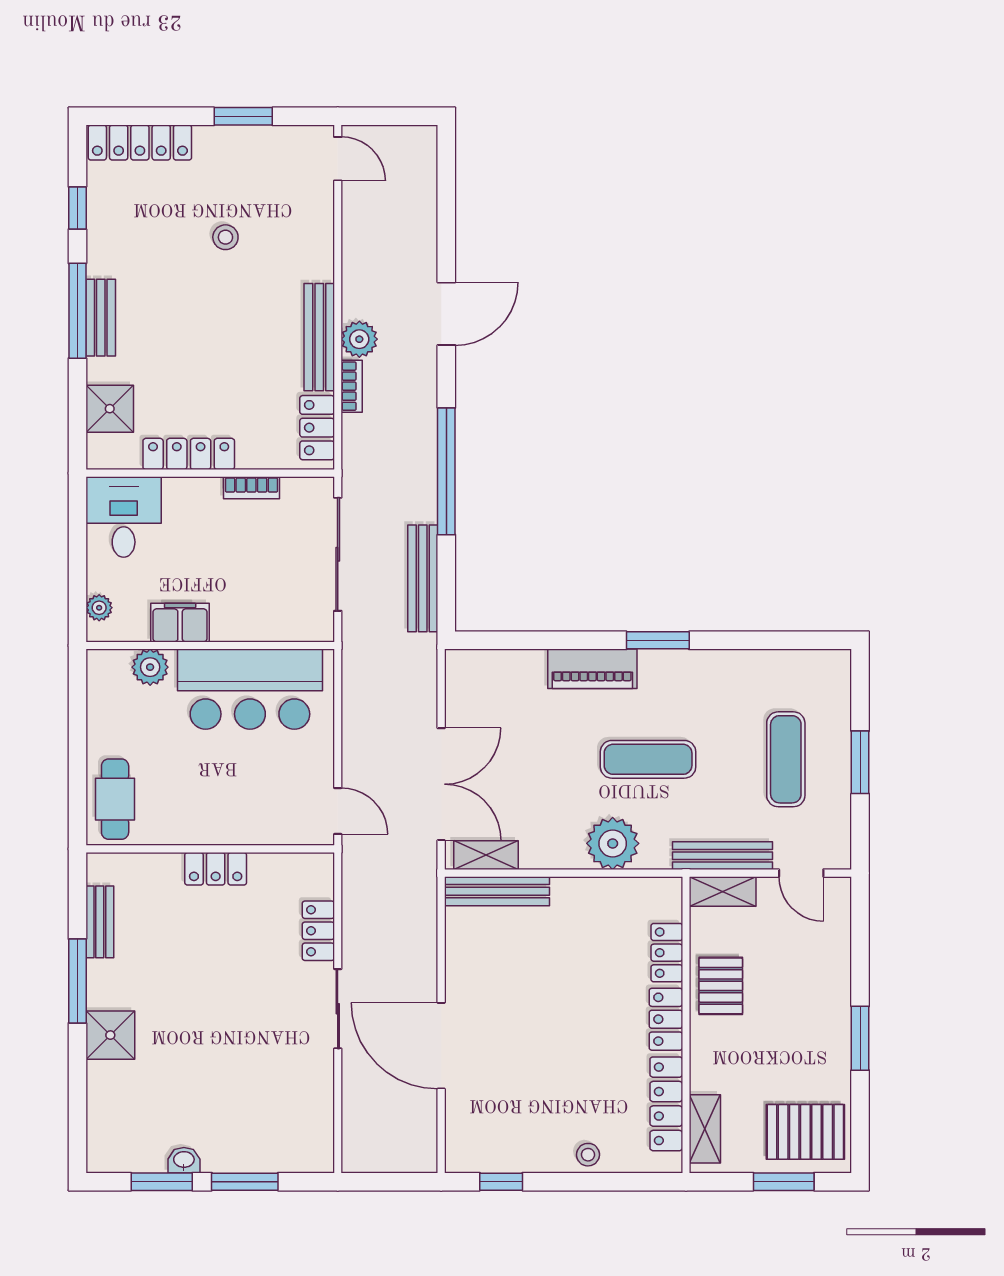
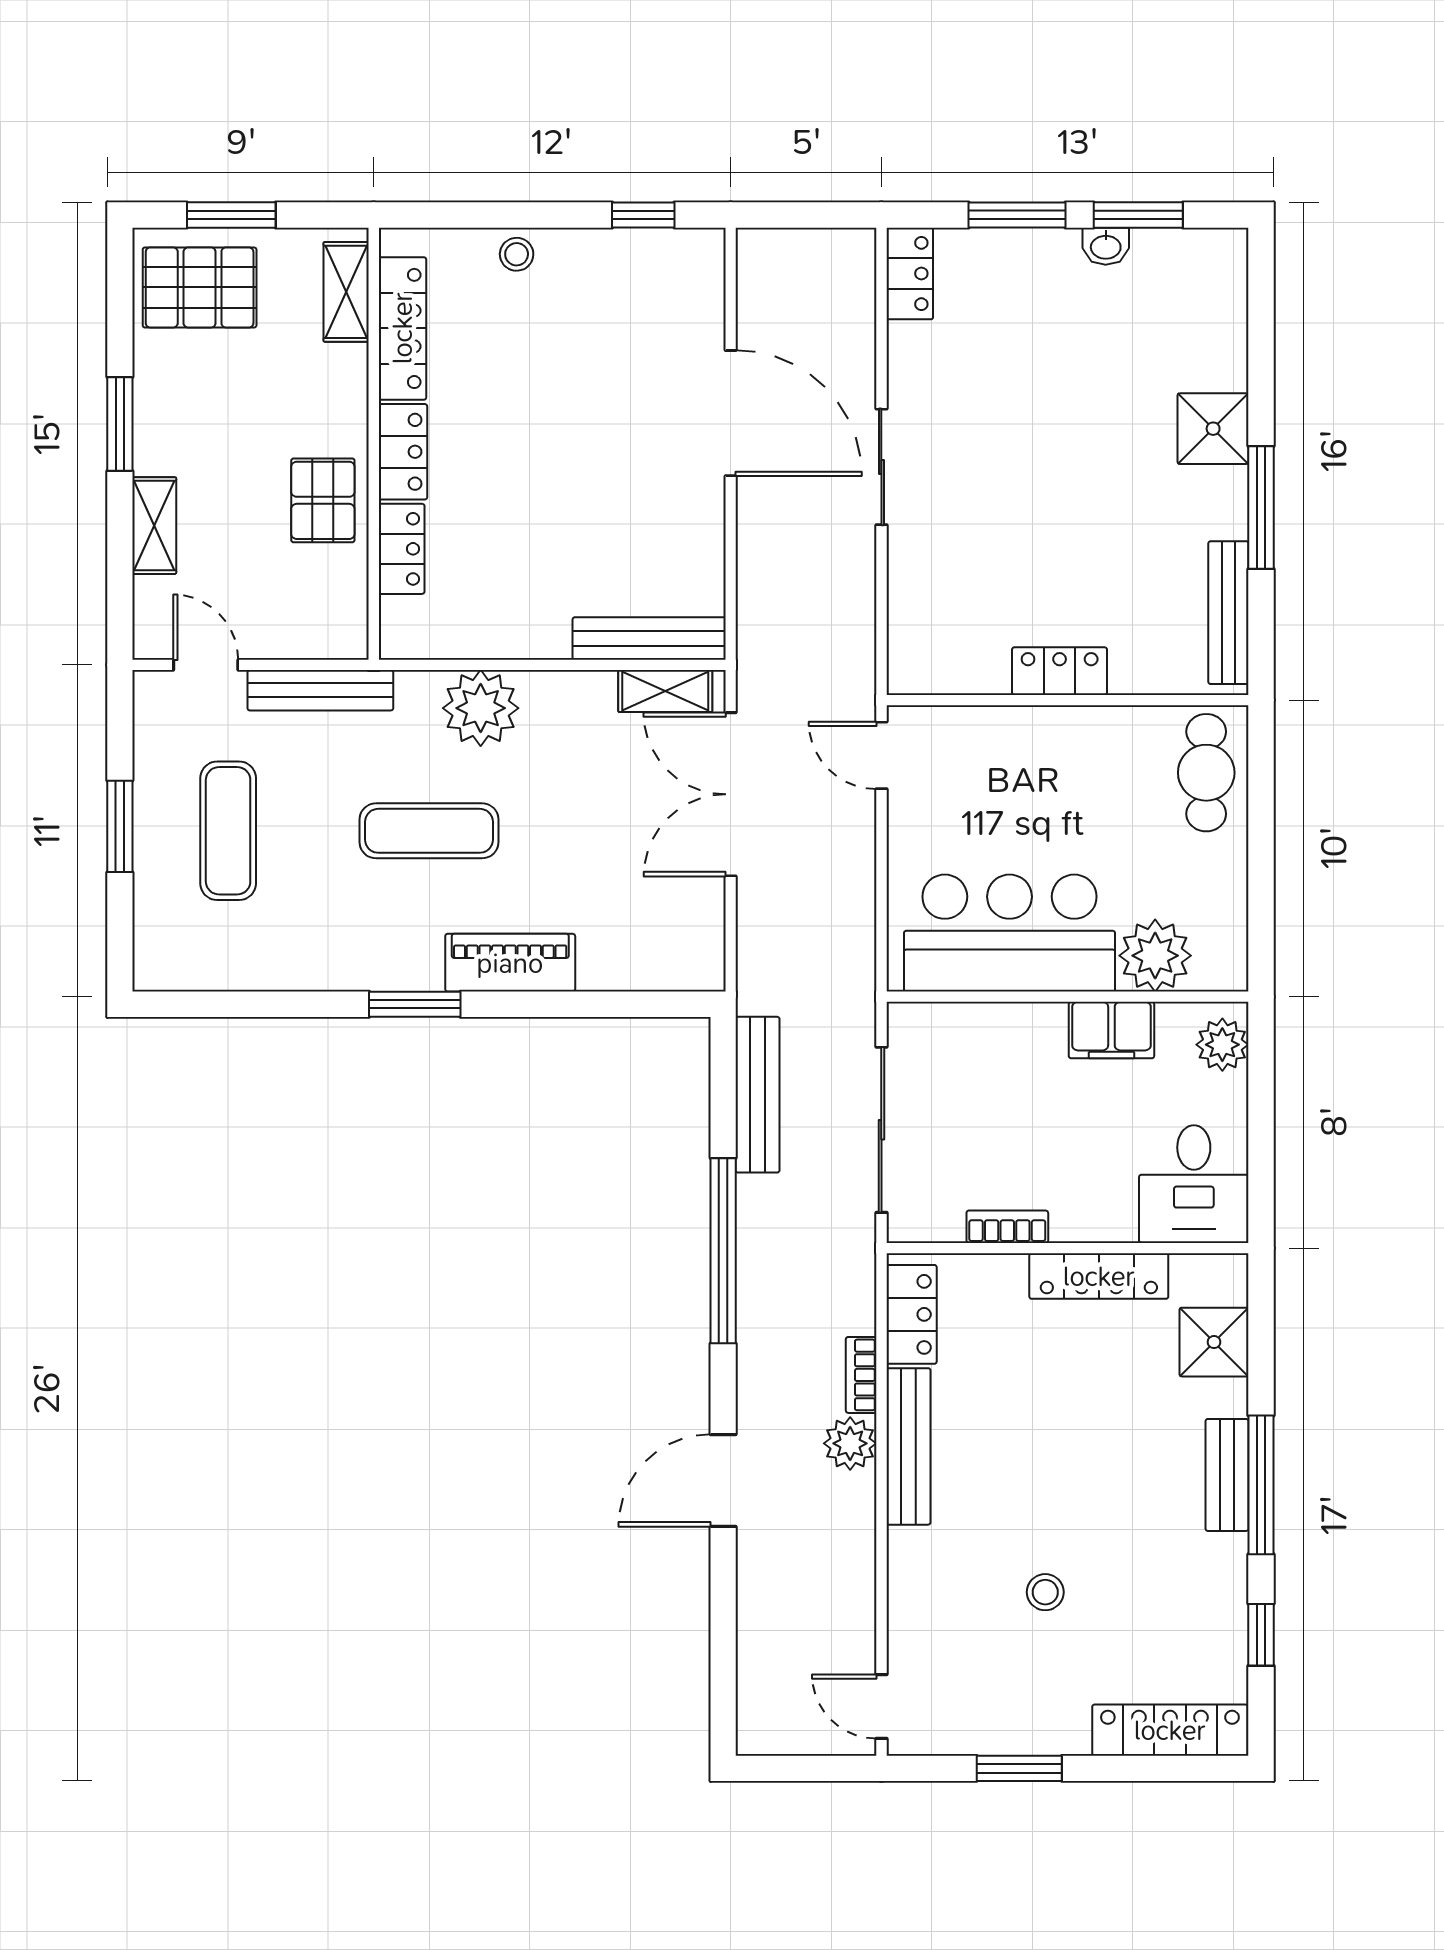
plant: (99, 608) -> (1222, 1045), width x1.38, depth x1.38
plant: (150, 667) -> (1155, 956), width x1.36, depth x1.36
shelving: (723, 891) -> (154, 526), moved, turned 90
bench: (100, 922) -> (1228, 613), width x1.36
locker: (318, 931) -> (910, 273), moved

